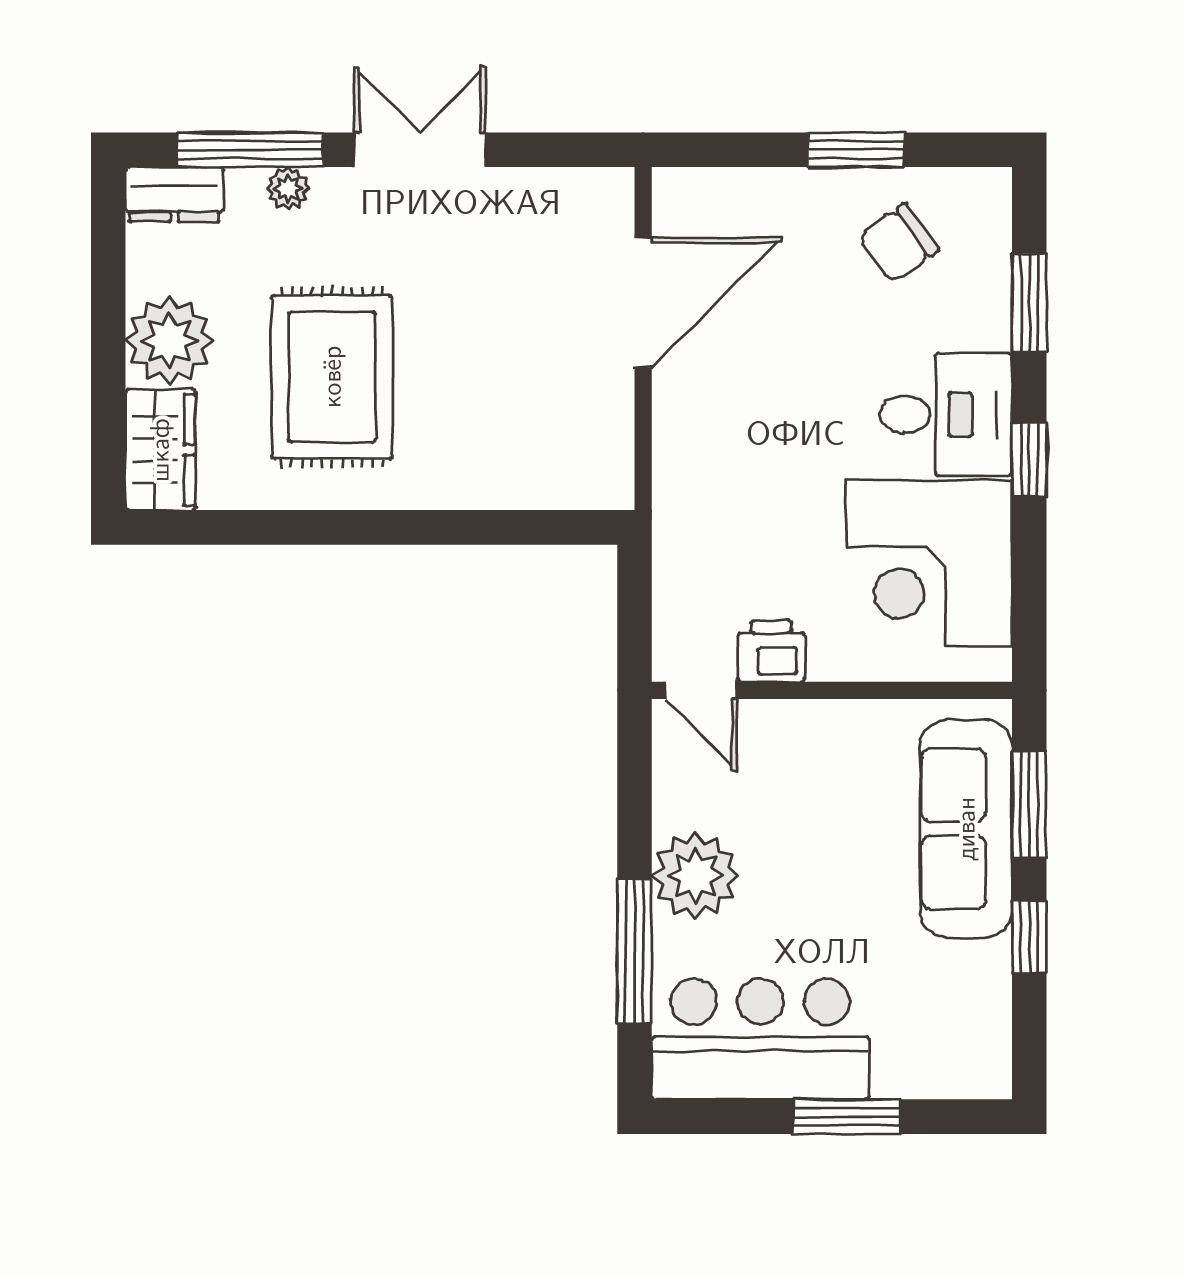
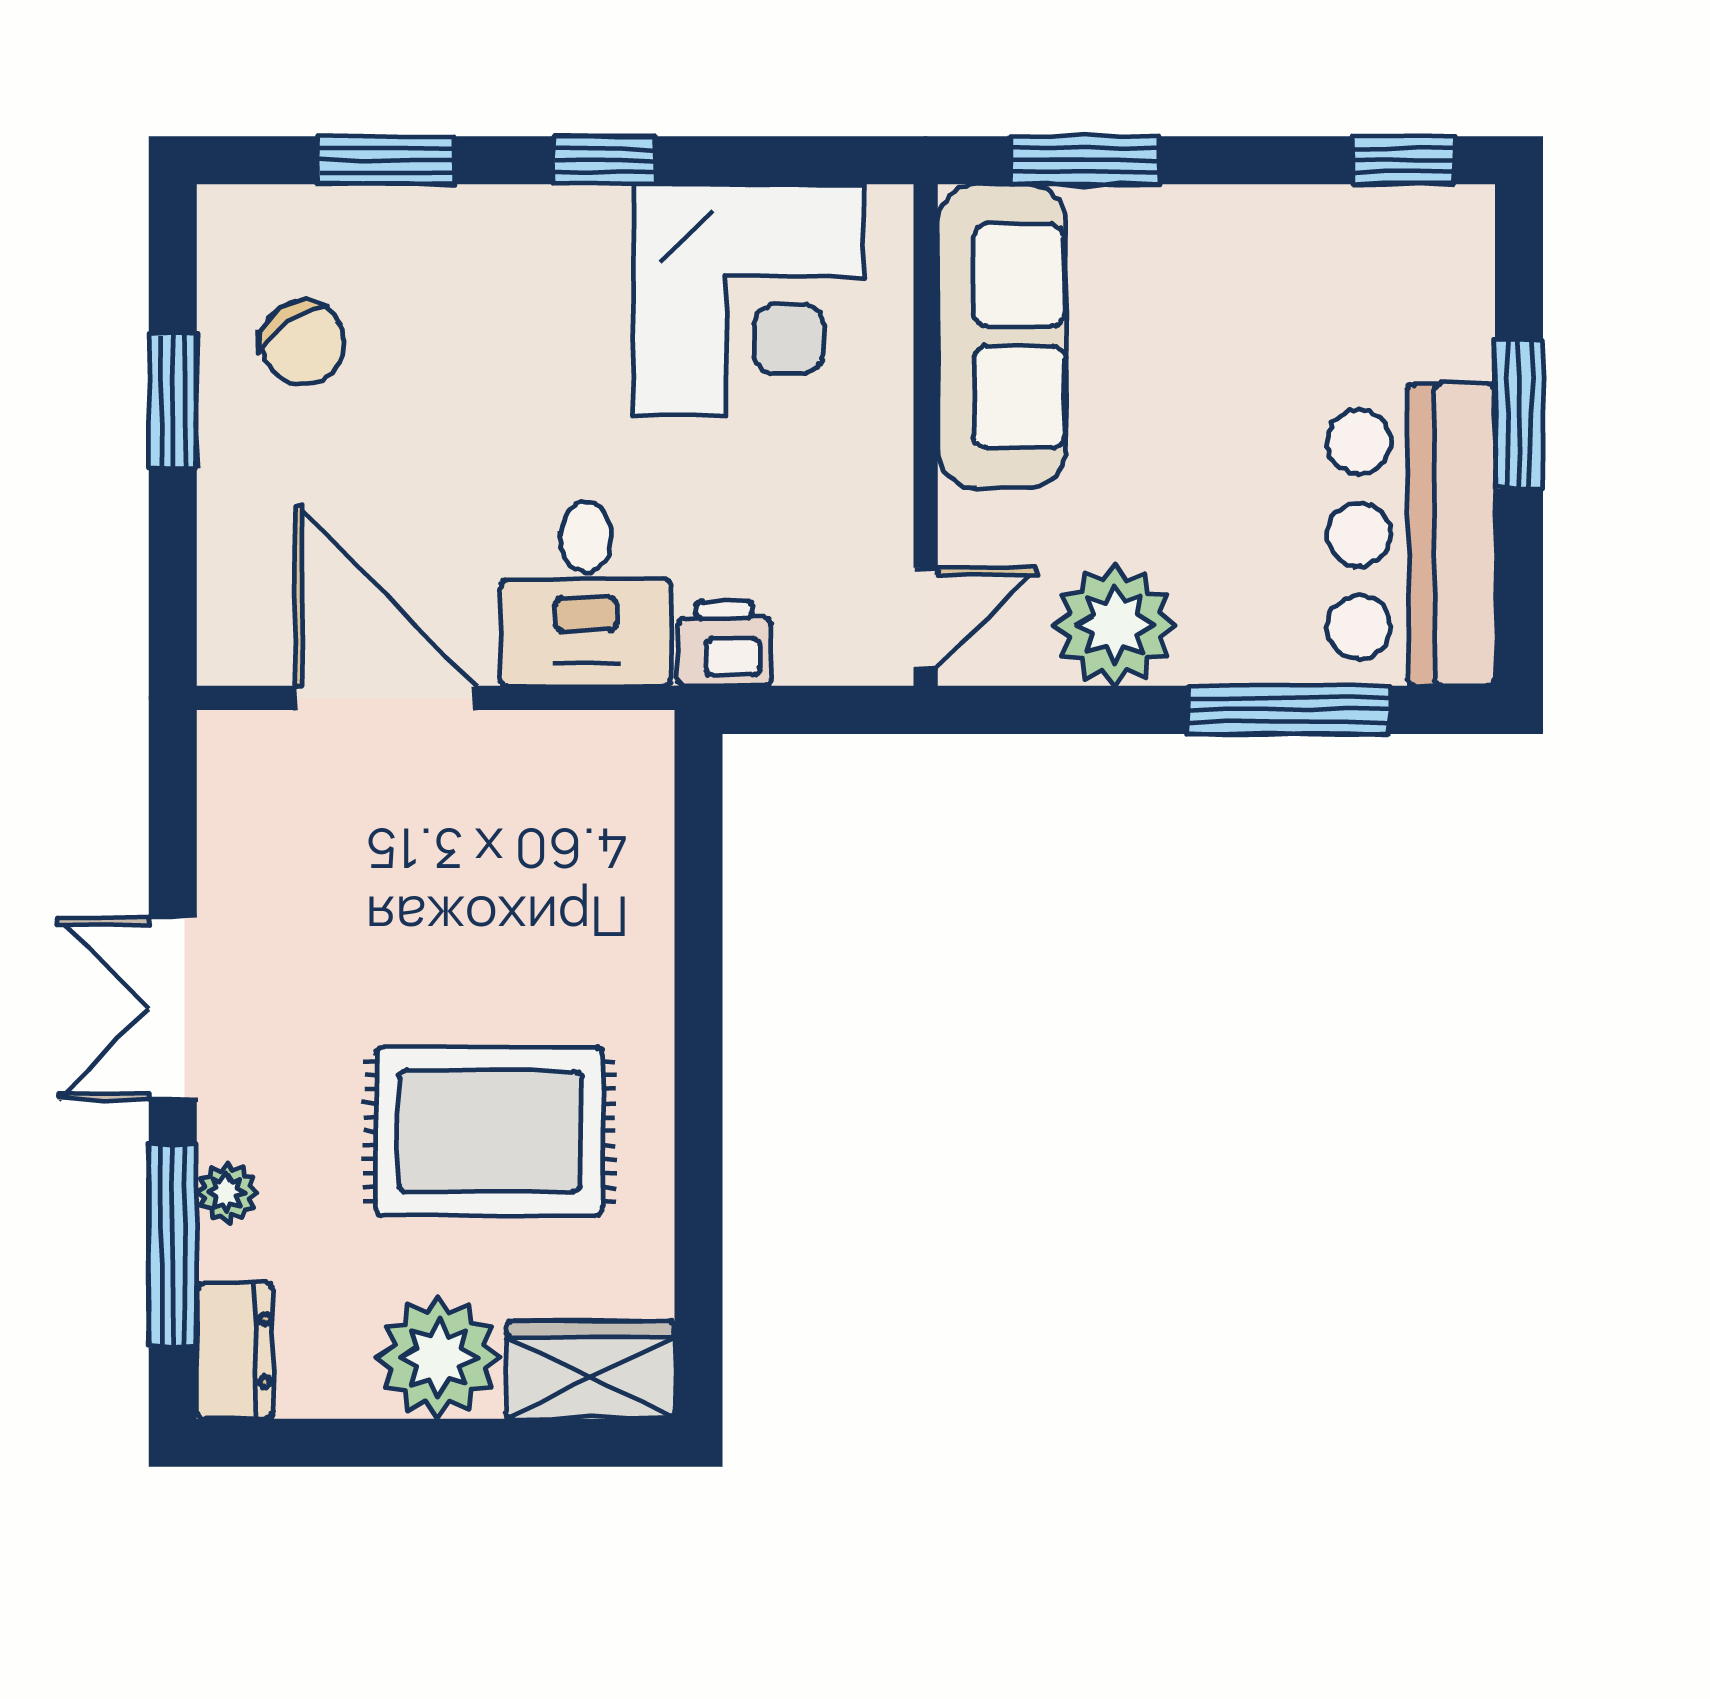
desk: (946, 415) -> (586, 594), moved, turned 180
printer: (771, 651) -> (725, 643), moved, turned 90
sofa: (966, 829) -> (1002, 336), moved, turned -90
plant: (695, 876) -> (1115, 625), moved
window: (1029, 936) -> (1404, 160), moved

